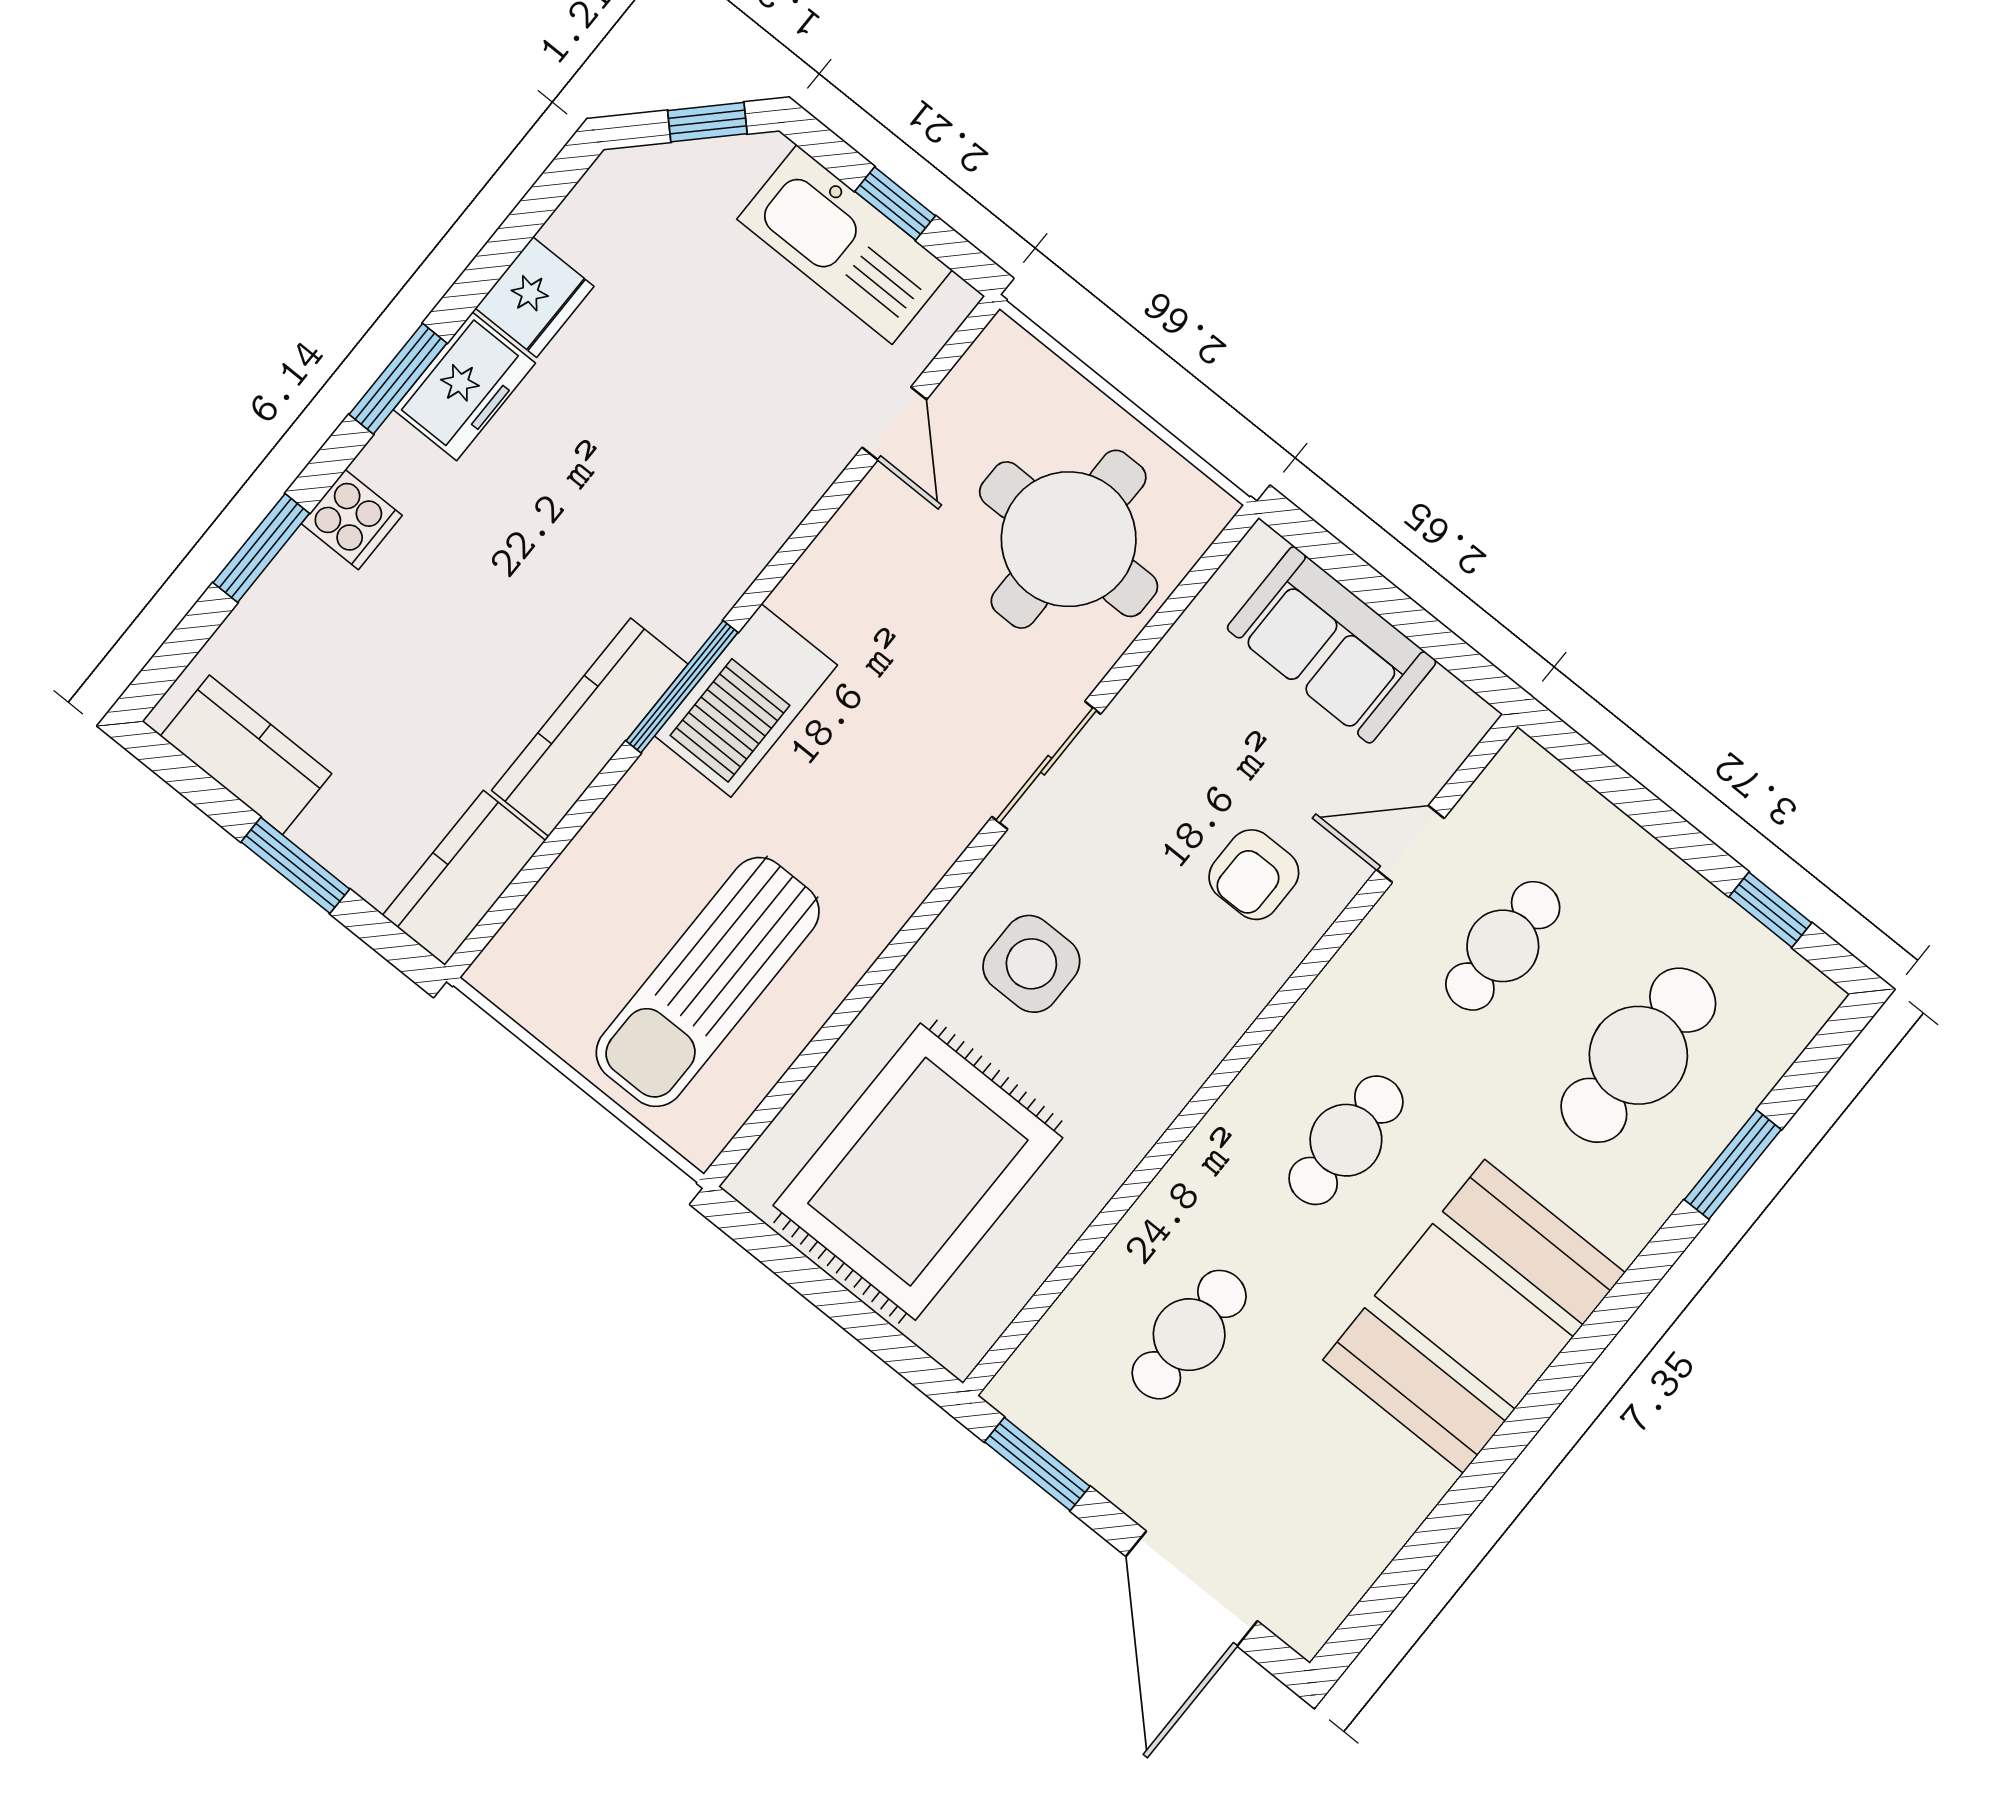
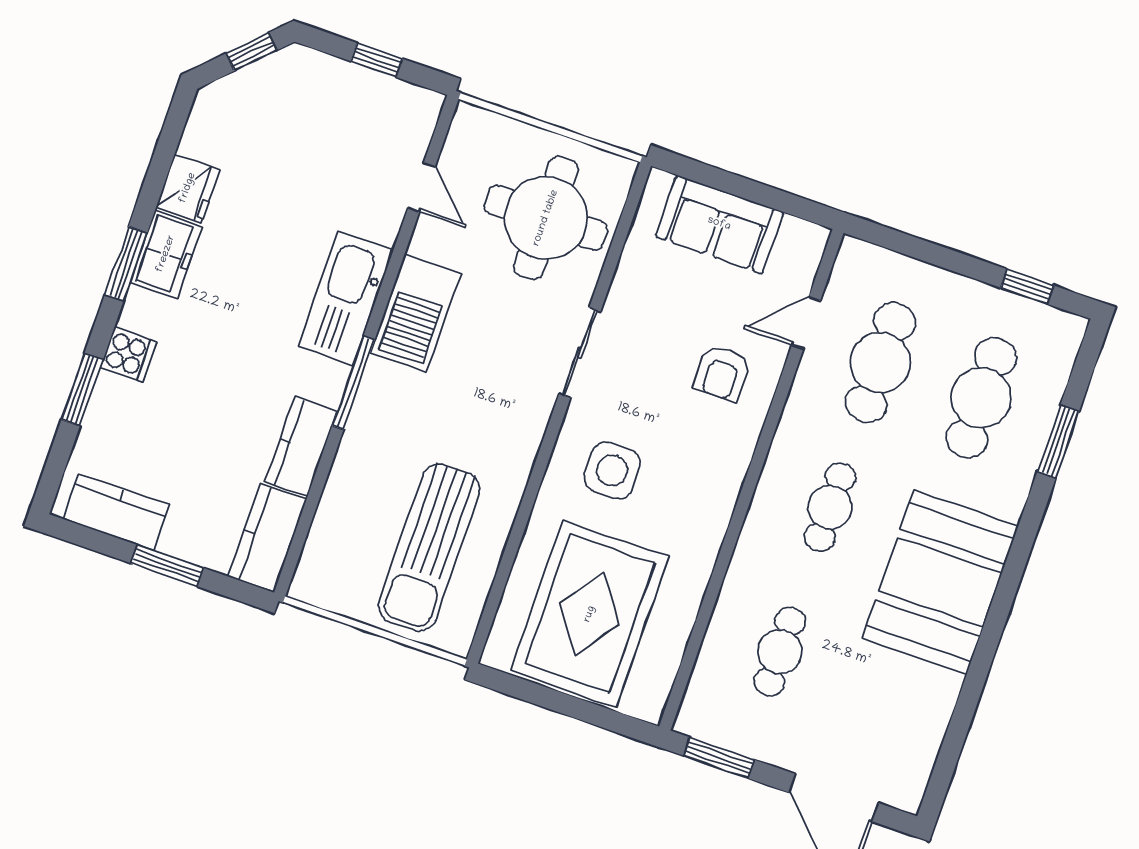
kitchen sink: (844, 244) -> (346, 298), moved, turned 90
barbecue: (746, 701) -> (416, 313), moved
kitchen counter: (590, 727) -> (301, 446), width x0.67
cafe table: (1503, 946) -> (880, 363), width x1.37, depth x1.35

